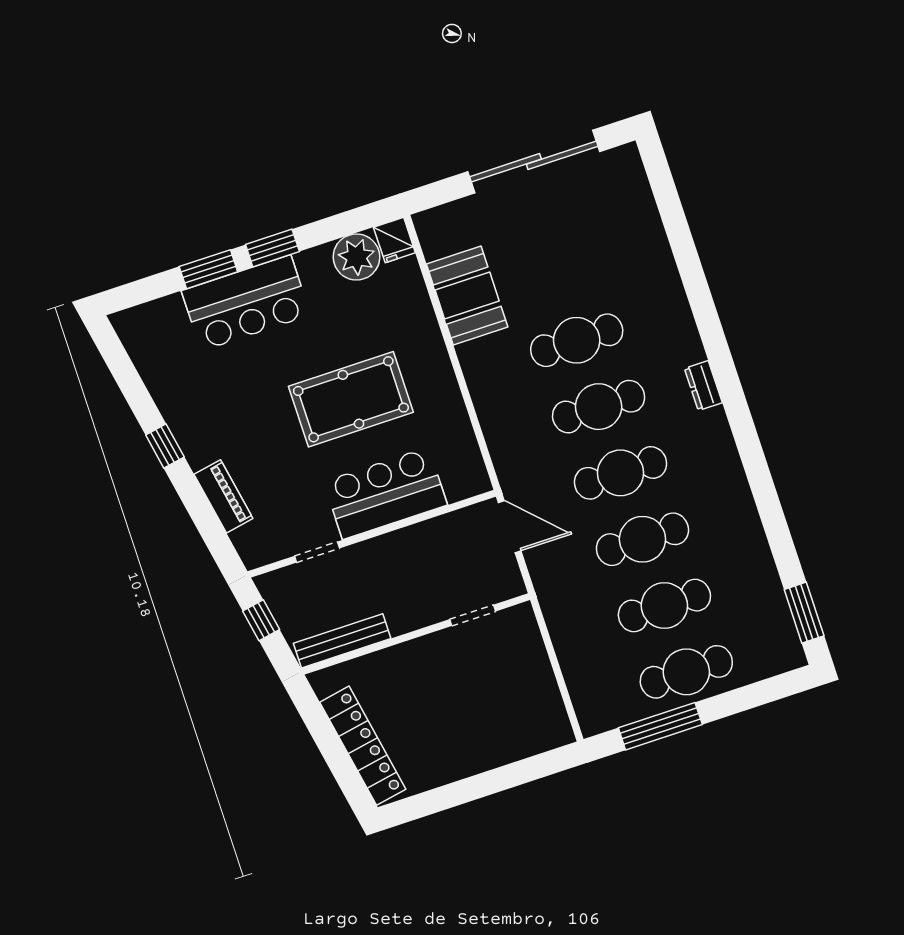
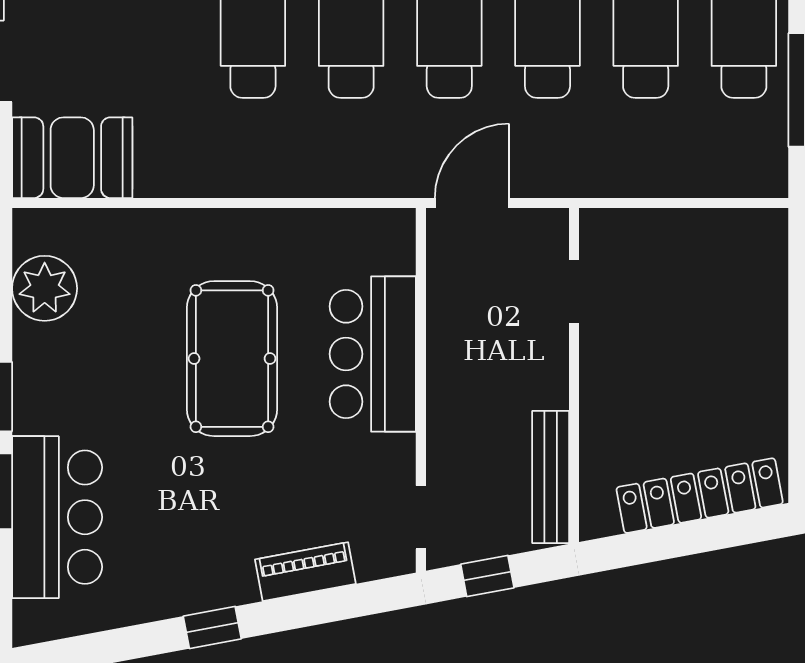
fridge: (394, 240) -> (39, 230), removed
booth: (467, 296) -> (72, 158), moved
bar counter: (246, 303) -> (57, 517), moved
doorway: (317, 552) -> (421, 517), moved

